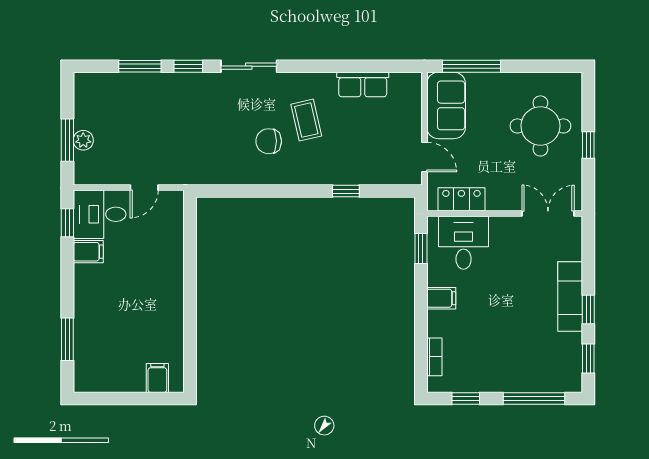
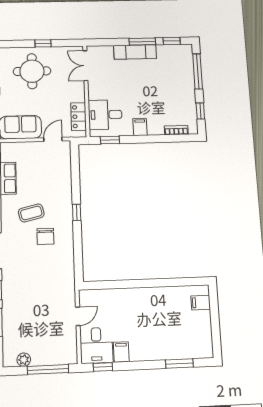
window: (67, 140) -> (48, 369), width x1.44
plant: (83, 140) -> (24, 360), moved
door: (144, 188) -> (78, 316), hinge flipped
window: (346, 191) -> (77, 212), moved
window: (588, 310) -> (142, 42), width x1.50

